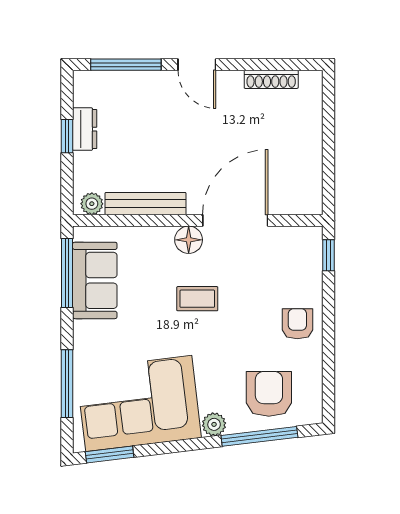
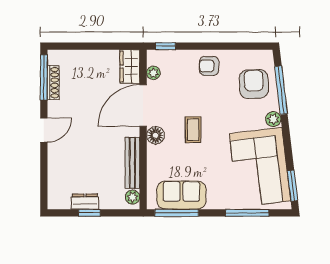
window: (126, 65) -> (44, 77), moved
wardrobe: (296, 199) -> (130, 67), added
door: (235, 220) -> (143, 106), hinge flipped
plant: (287, 236) -> (153, 73), added
armchair: (269, 394) -> (254, 84), turned 87

